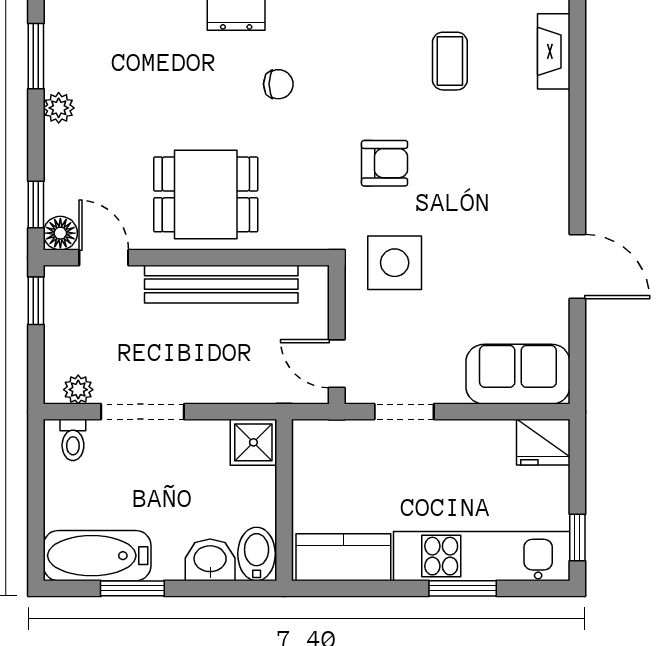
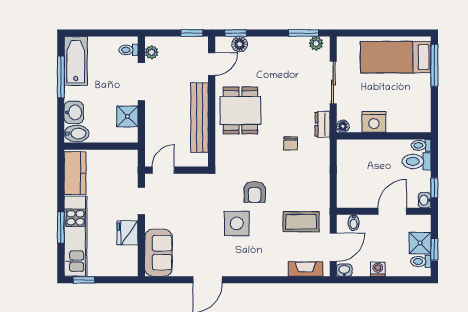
coffee table: (450, 61) -> (301, 222), width x1.36, depth x1.30
plant: (59, 108) -> (316, 43), moved
floor lamp: (60, 233) -> (240, 44), moved
side table: (395, 263) -> (237, 223), moved
shower: (253, 442) -> (127, 116), moved
fridge: (543, 442) -> (127, 233), moved
window: (132, 588) -> (61, 77), width x1.44

